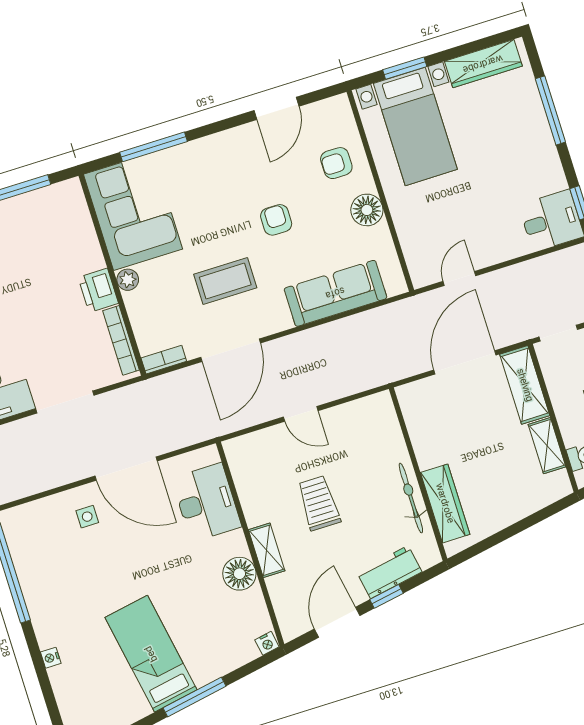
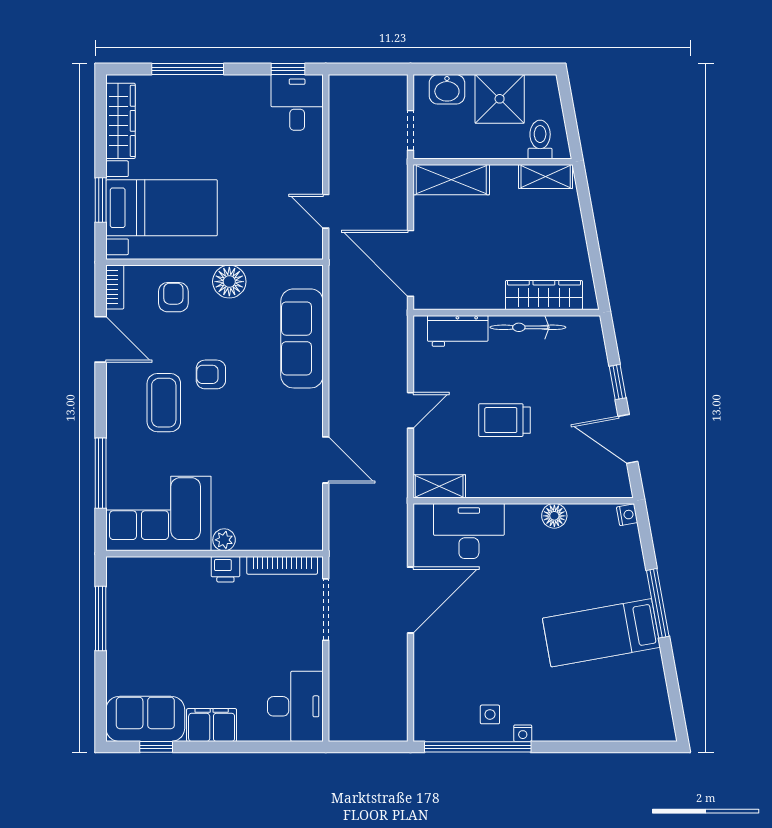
armchair: (336, 163) -> (173, 297), turned 180
coffee table: (225, 281) -> (164, 403), moved
printer: (98, 290) -> (225, 569), width x0.73, depth x0.81
door: (231, 350) -> (326, 460), width x0.73
bookcase: (164, 360) -> (115, 287), moved, turned 180
door: (465, 362) -> (410, 263), moved
doorway: (65, 402) -> (326, 610), moved
shelving: (547, 446) -> (546, 176), moved
side table: (87, 517) -> (490, 714), moved
shelving: (267, 550) -> (439, 486), moved
workbench: (389, 572) -> (458, 331), moved, turned -80
floor lamp: (239, 574) -> (554, 516), width x0.73, depth x0.73
nightstand: (51, 658) -> (523, 733), moved

